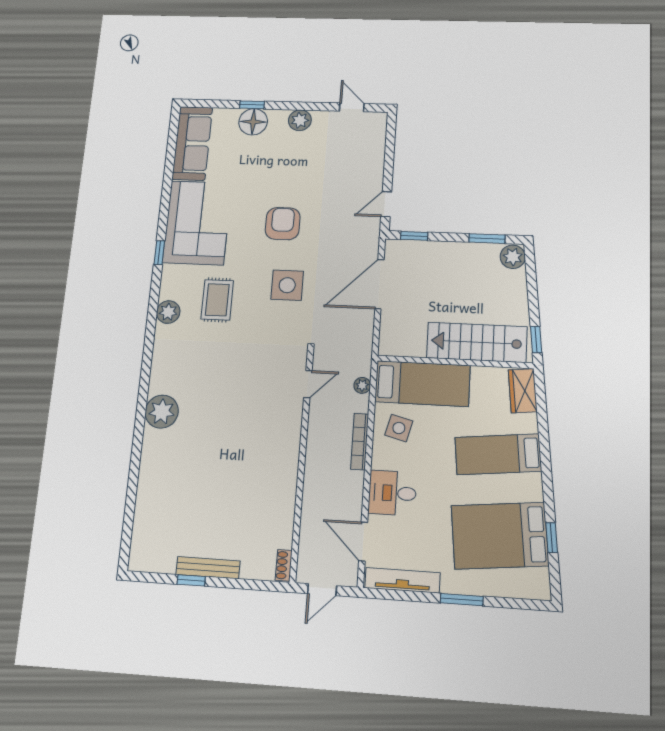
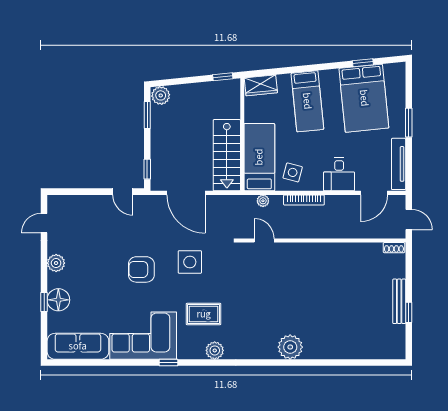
stairs: (477, 342) -> (227, 155), moved

